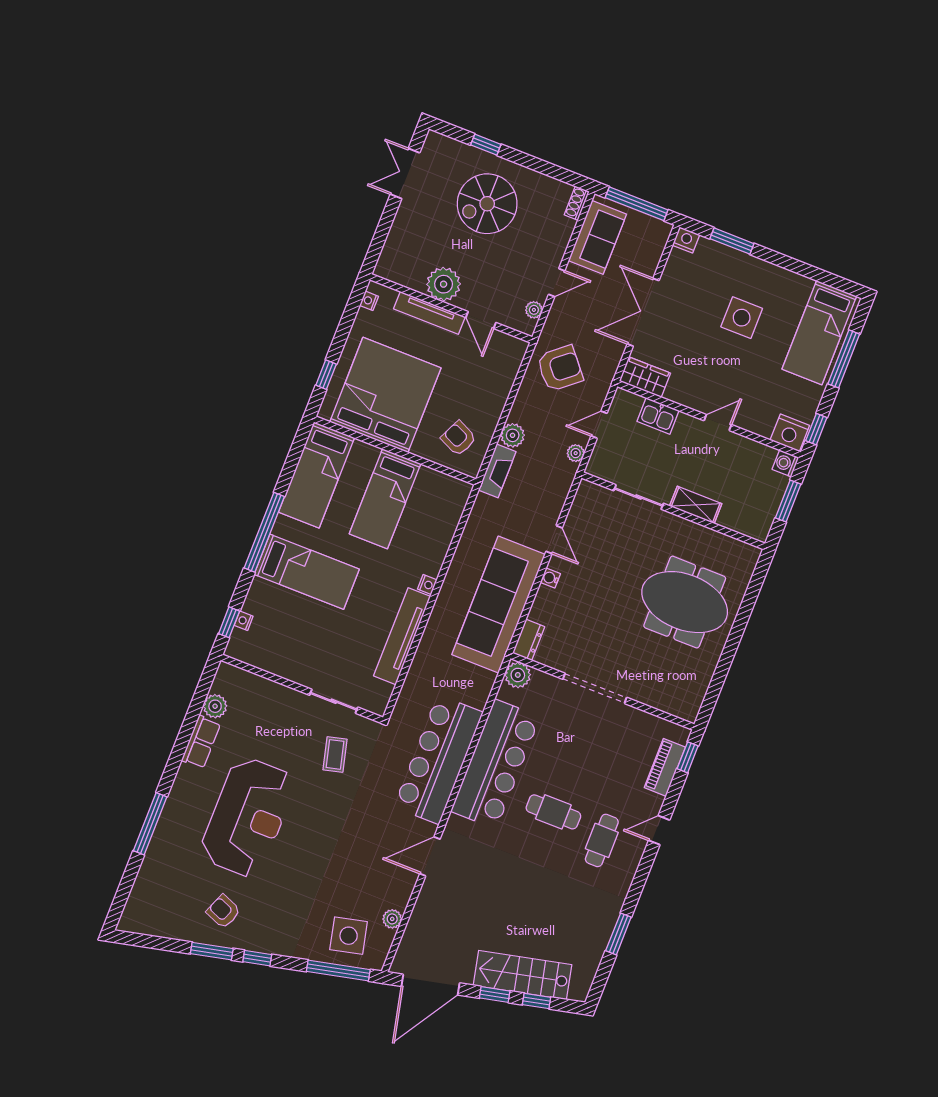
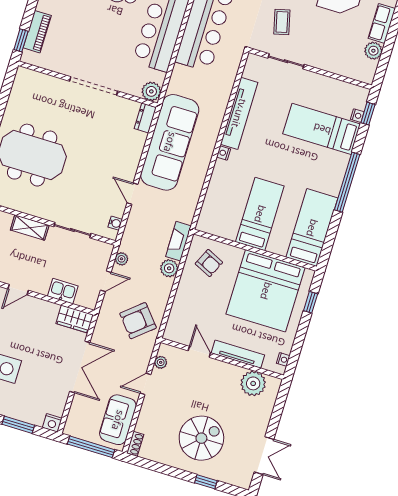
plant: (444, 284) -> (253, 383), moved
bed: (307, 572) -> (322, 129), moved
water cooler: (550, 578) -> (115, 223), moved

